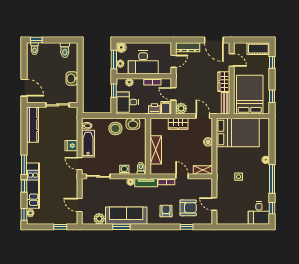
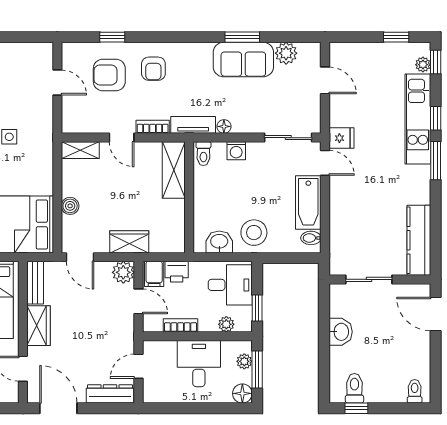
window: (36, 40) -> (356, 408), moved
desk: (143, 63) -> (199, 364), width x0.73
fridge: (71, 146) -> (341, 138), moved
shelving: (156, 150) -> (174, 170), moved
sofa: (126, 216) -> (243, 60), width x0.73
window: (60, 227) -> (396, 37), moved

